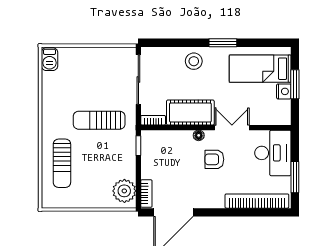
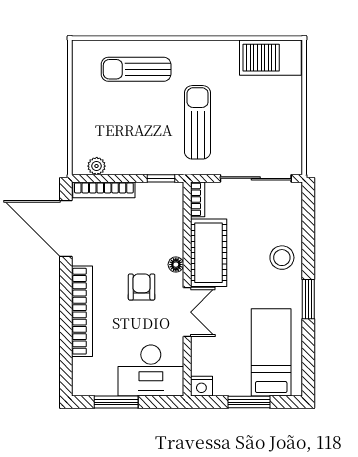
barbecue: (49, 59) -> (270, 58), width x1.88, depth x1.53
nightstand: (284, 91) -> (201, 386), moved
plant: (124, 191) -> (97, 166), width x0.53, depth x0.53
bookcase: (146, 194) -> (104, 190), width x1.56
bookcase: (257, 201) -> (82, 311), moved

